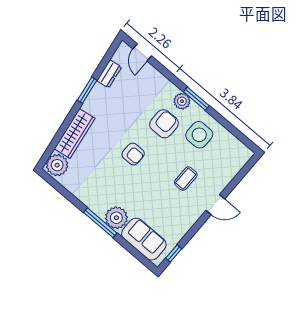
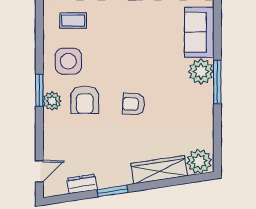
armchair: (164, 124) -> (85, 100), turned -90
armchair: (133, 154) -> (134, 104), turned -87
coffee table: (186, 179) -> (73, 21), moved

